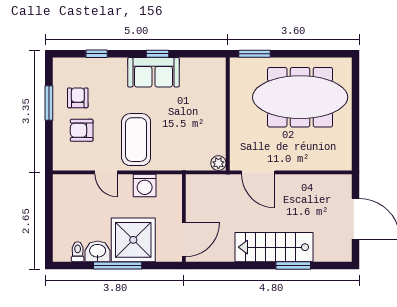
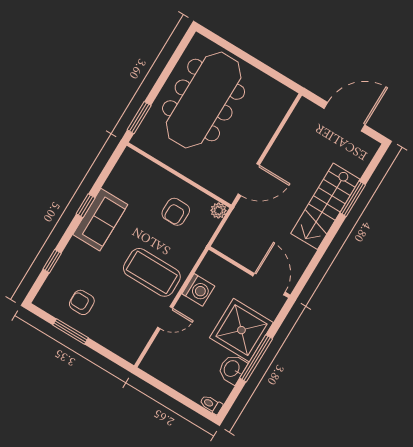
armchair: (82, 130) -> (176, 212), moved
toilet: (78, 252) -> (211, 404), moved

